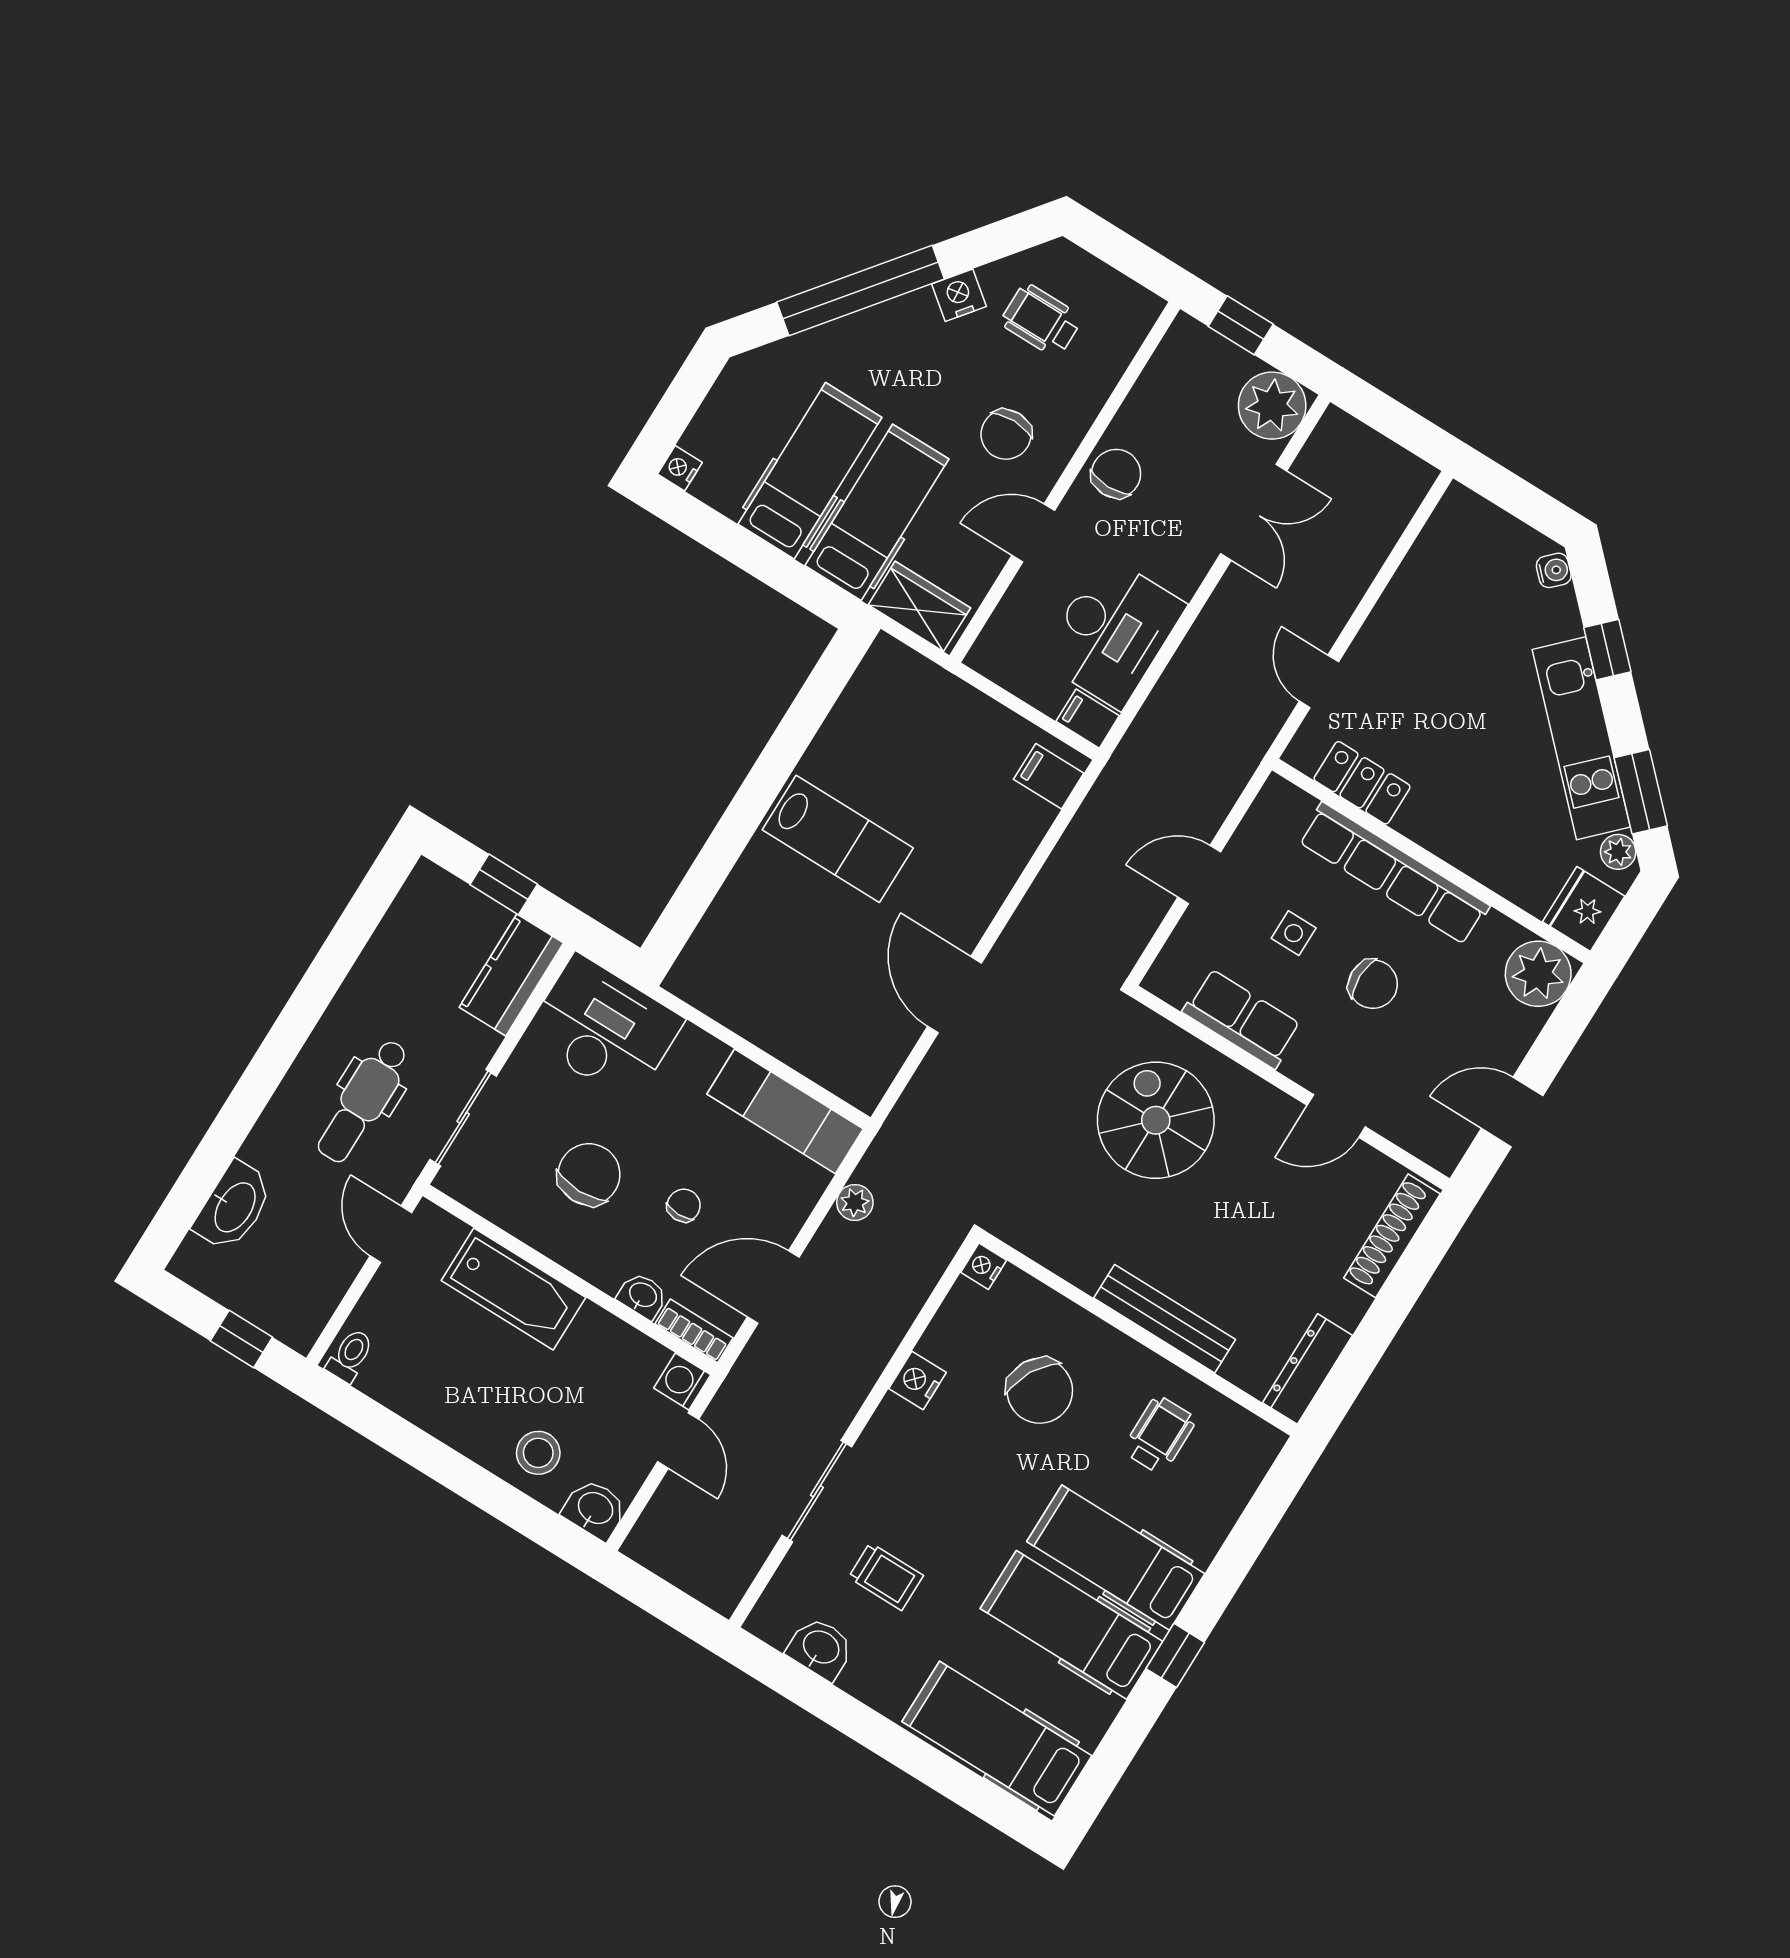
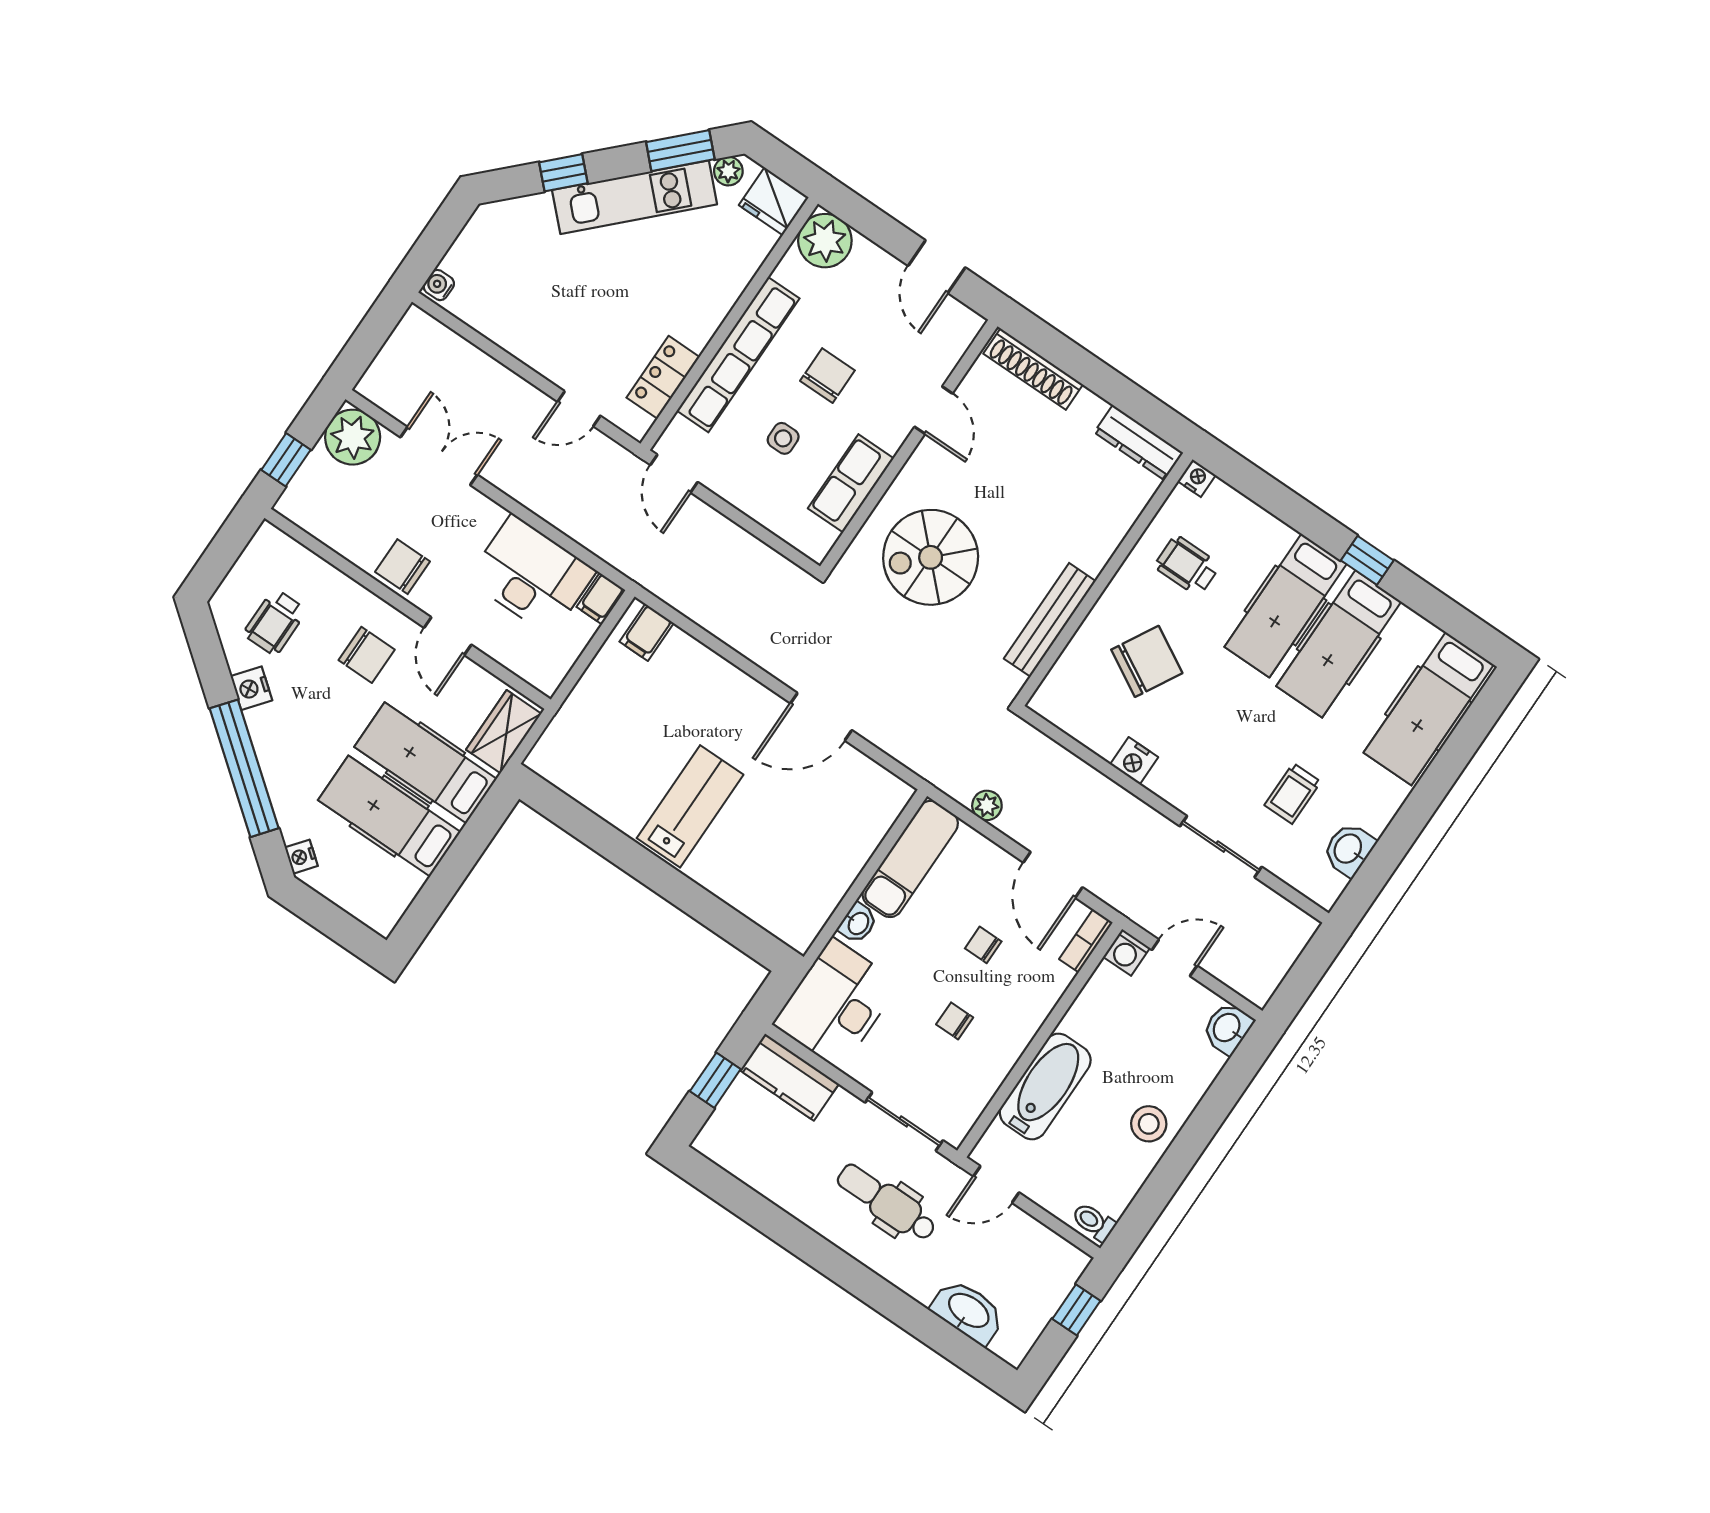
nightstand: (680, 468) -> (301, 857), moved, turned 38
water cooler: (1554, 570) -> (439, 285), moved, turned -45
door: (1199, 875) -> (674, 474), moved
dental chair: (363, 1101) -> (887, 1202), turned 180
chair: (589, 1174) -> (955, 1021), width x0.54, depth x0.54
nightstand: (984, 1266) -> (1197, 478), moved, turned 180
washbasin: (642, 1296) -> (858, 923), moved, turned 180
bench: (1165, 1319) -> (1050, 620), moved
stool: (538, 1453) -> (1149, 1124), moved
trolley: (886, 1576) -> (1293, 793), turned 180

